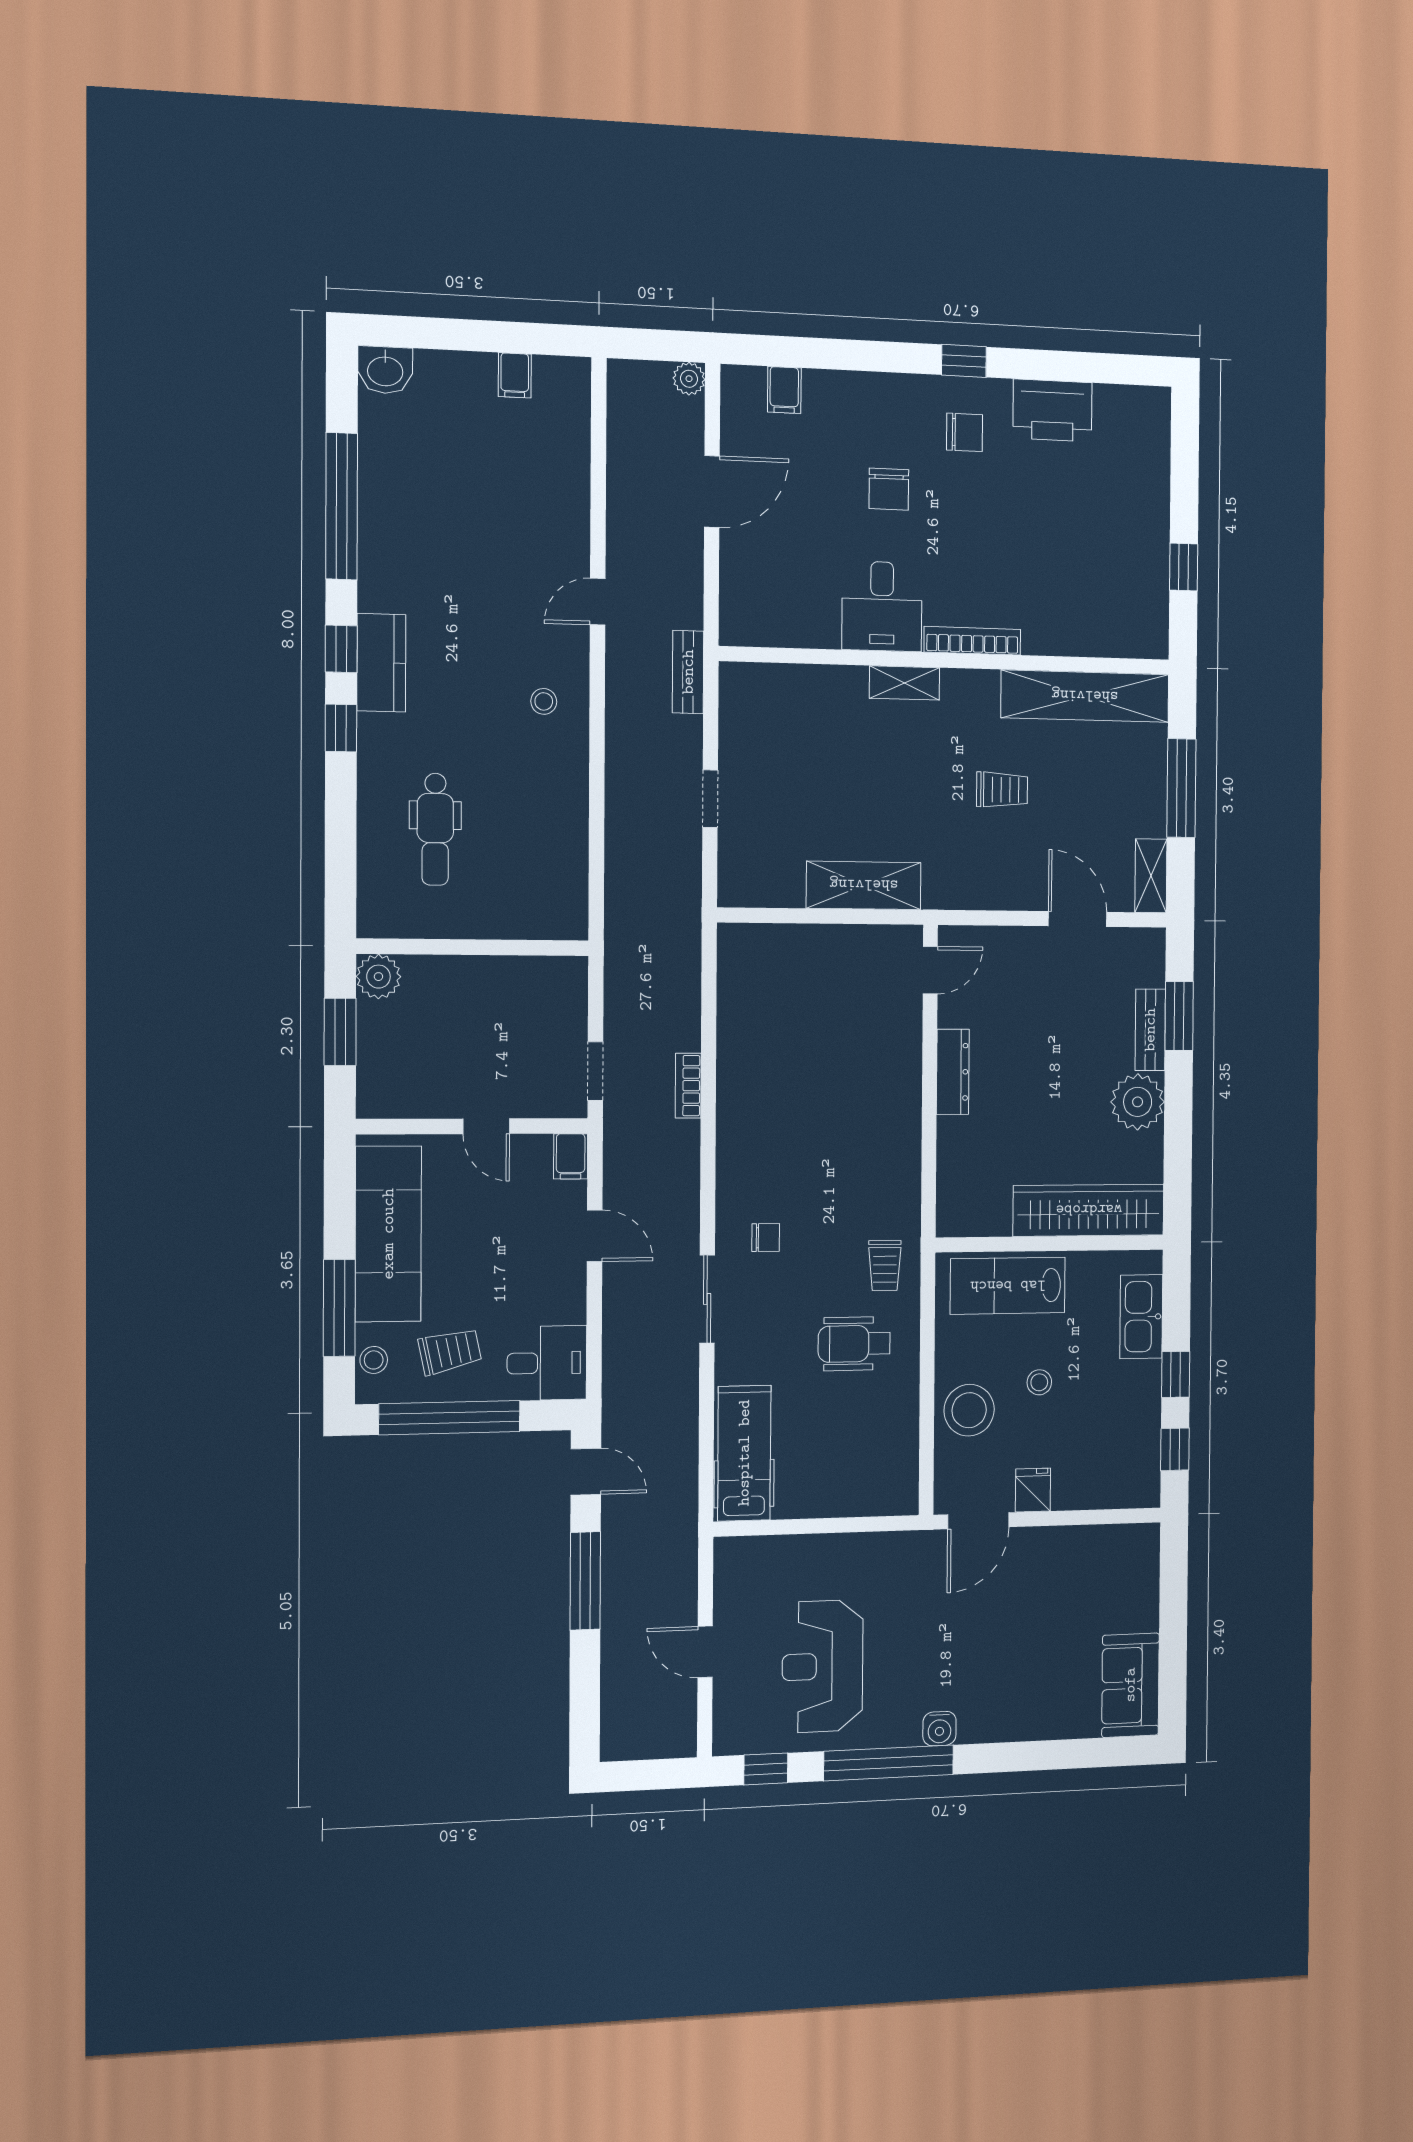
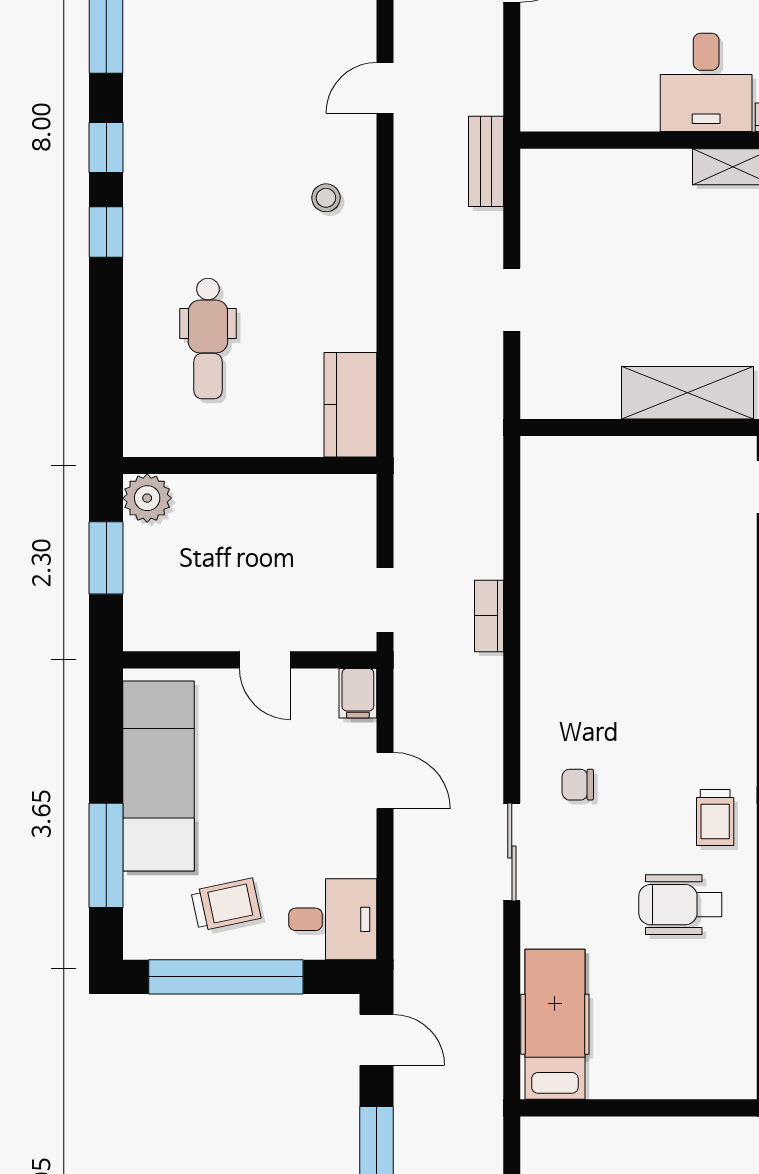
kitchen counter: (381, 663) -> (350, 405), moved, turned 180
chair: (766, 1238) -> (578, 785), turned 180
stool: (374, 1360) -> (143, 912), removed

